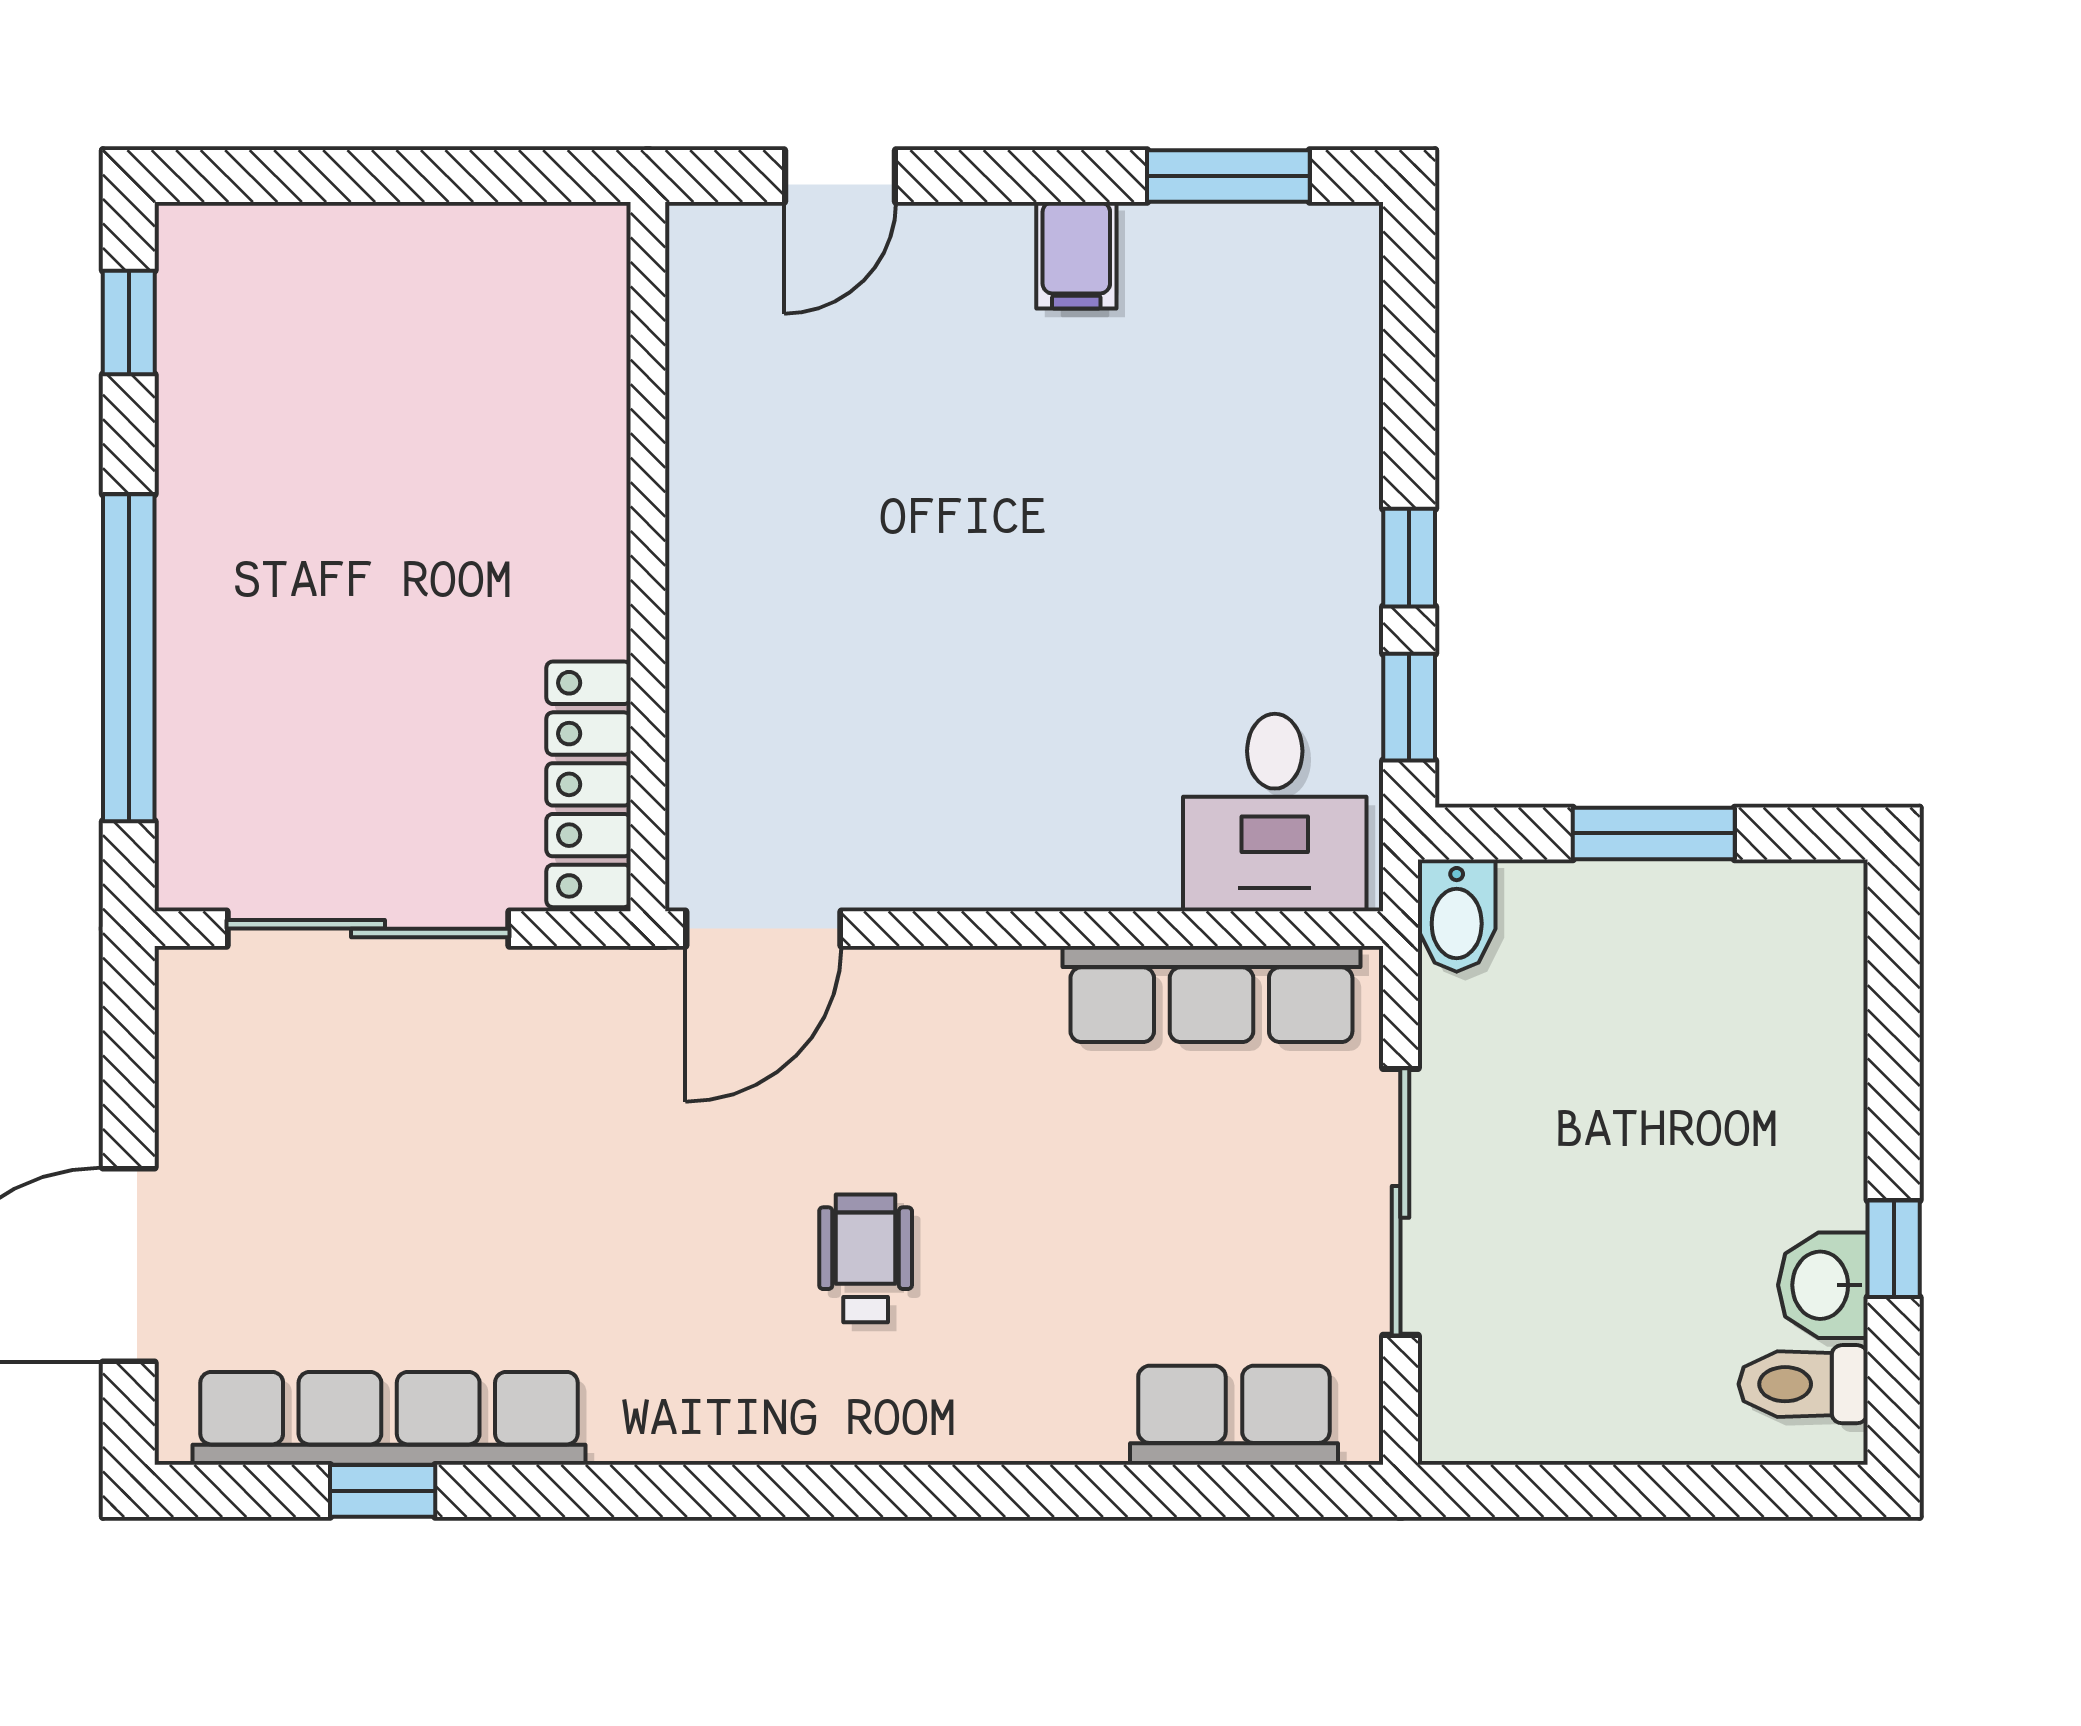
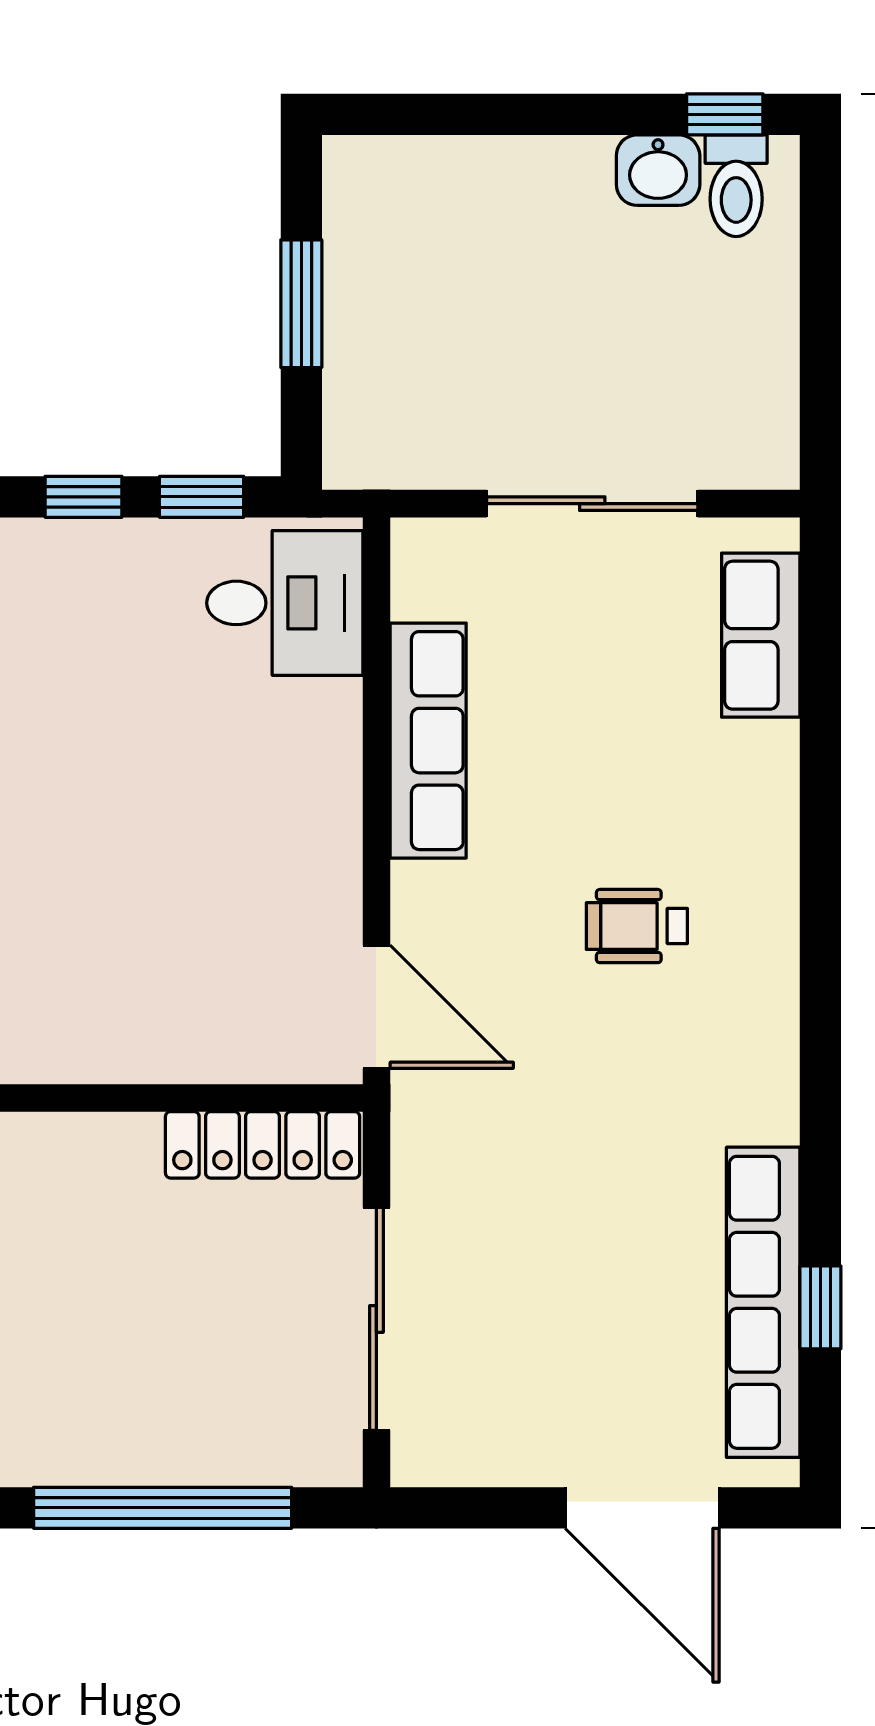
bidet: (1457, 916) -> (366, 459), removed
row of seats: (1211, 994) -> (428, 741), moved
window: (1894, 1249) -> (725, 114), moved

